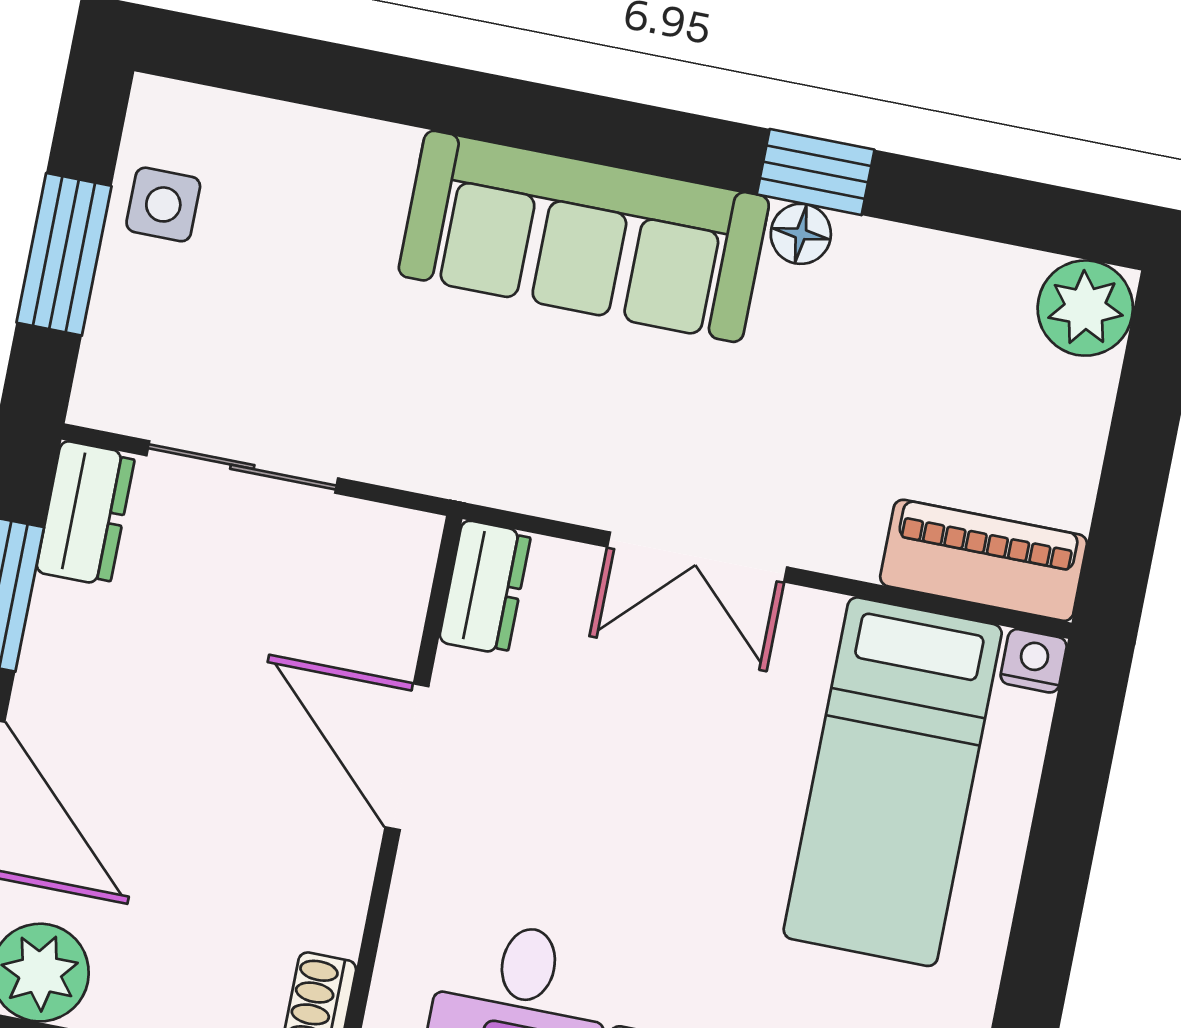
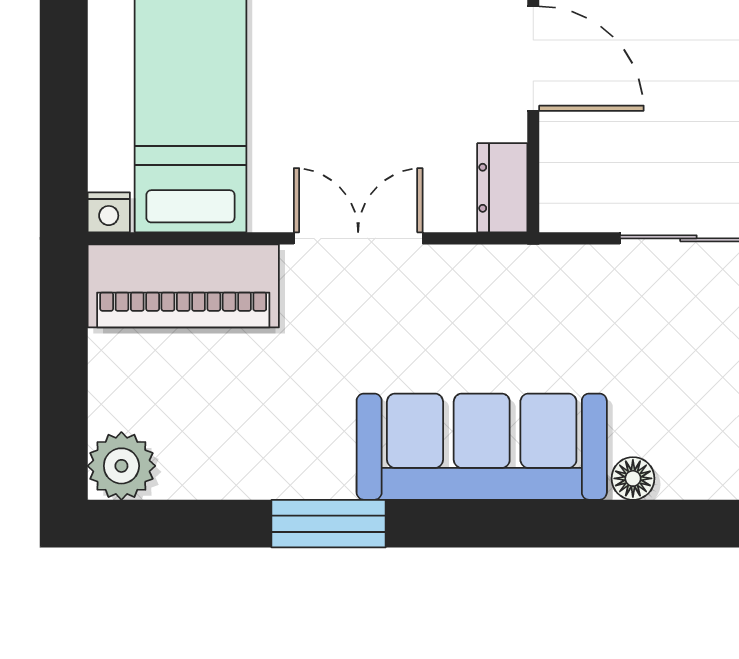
window: (816, 172) -> (329, 524), width x1.50
floor lamp: (801, 234) -> (633, 478), moved
piano: (984, 560) -> (183, 286), width x1.37, depth x1.33

